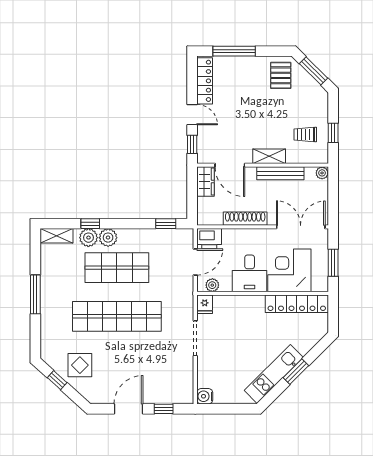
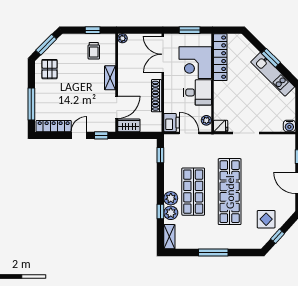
pallet: (281, 75) -> (50, 69), turned 90
bench: (280, 173) -> (123, 69), removed

